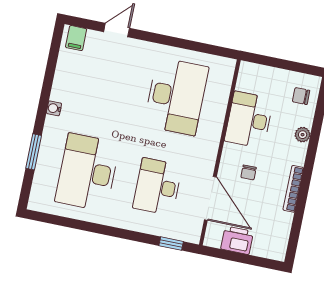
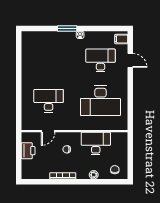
window: (34, 152) -> (67, 28), moved
desk: (87, 172) -> (100, 60), moved, width x0.73, depth x0.77
door: (210, 198) -> (48, 131), width x0.53
window: (171, 244) -> (19, 115), removed

